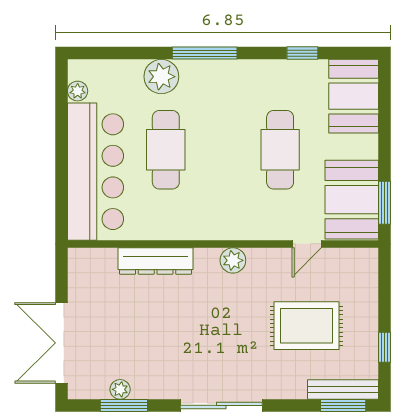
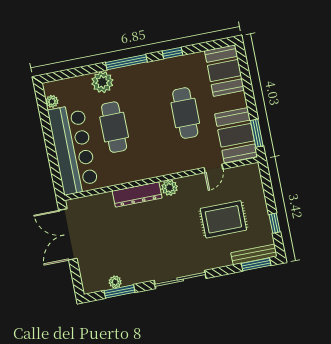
window: (302, 53) -> (173, 53), moved
dresser: (156, 261) -> (137, 194), moved
double door: (61, 343) -> (68, 234), moved

